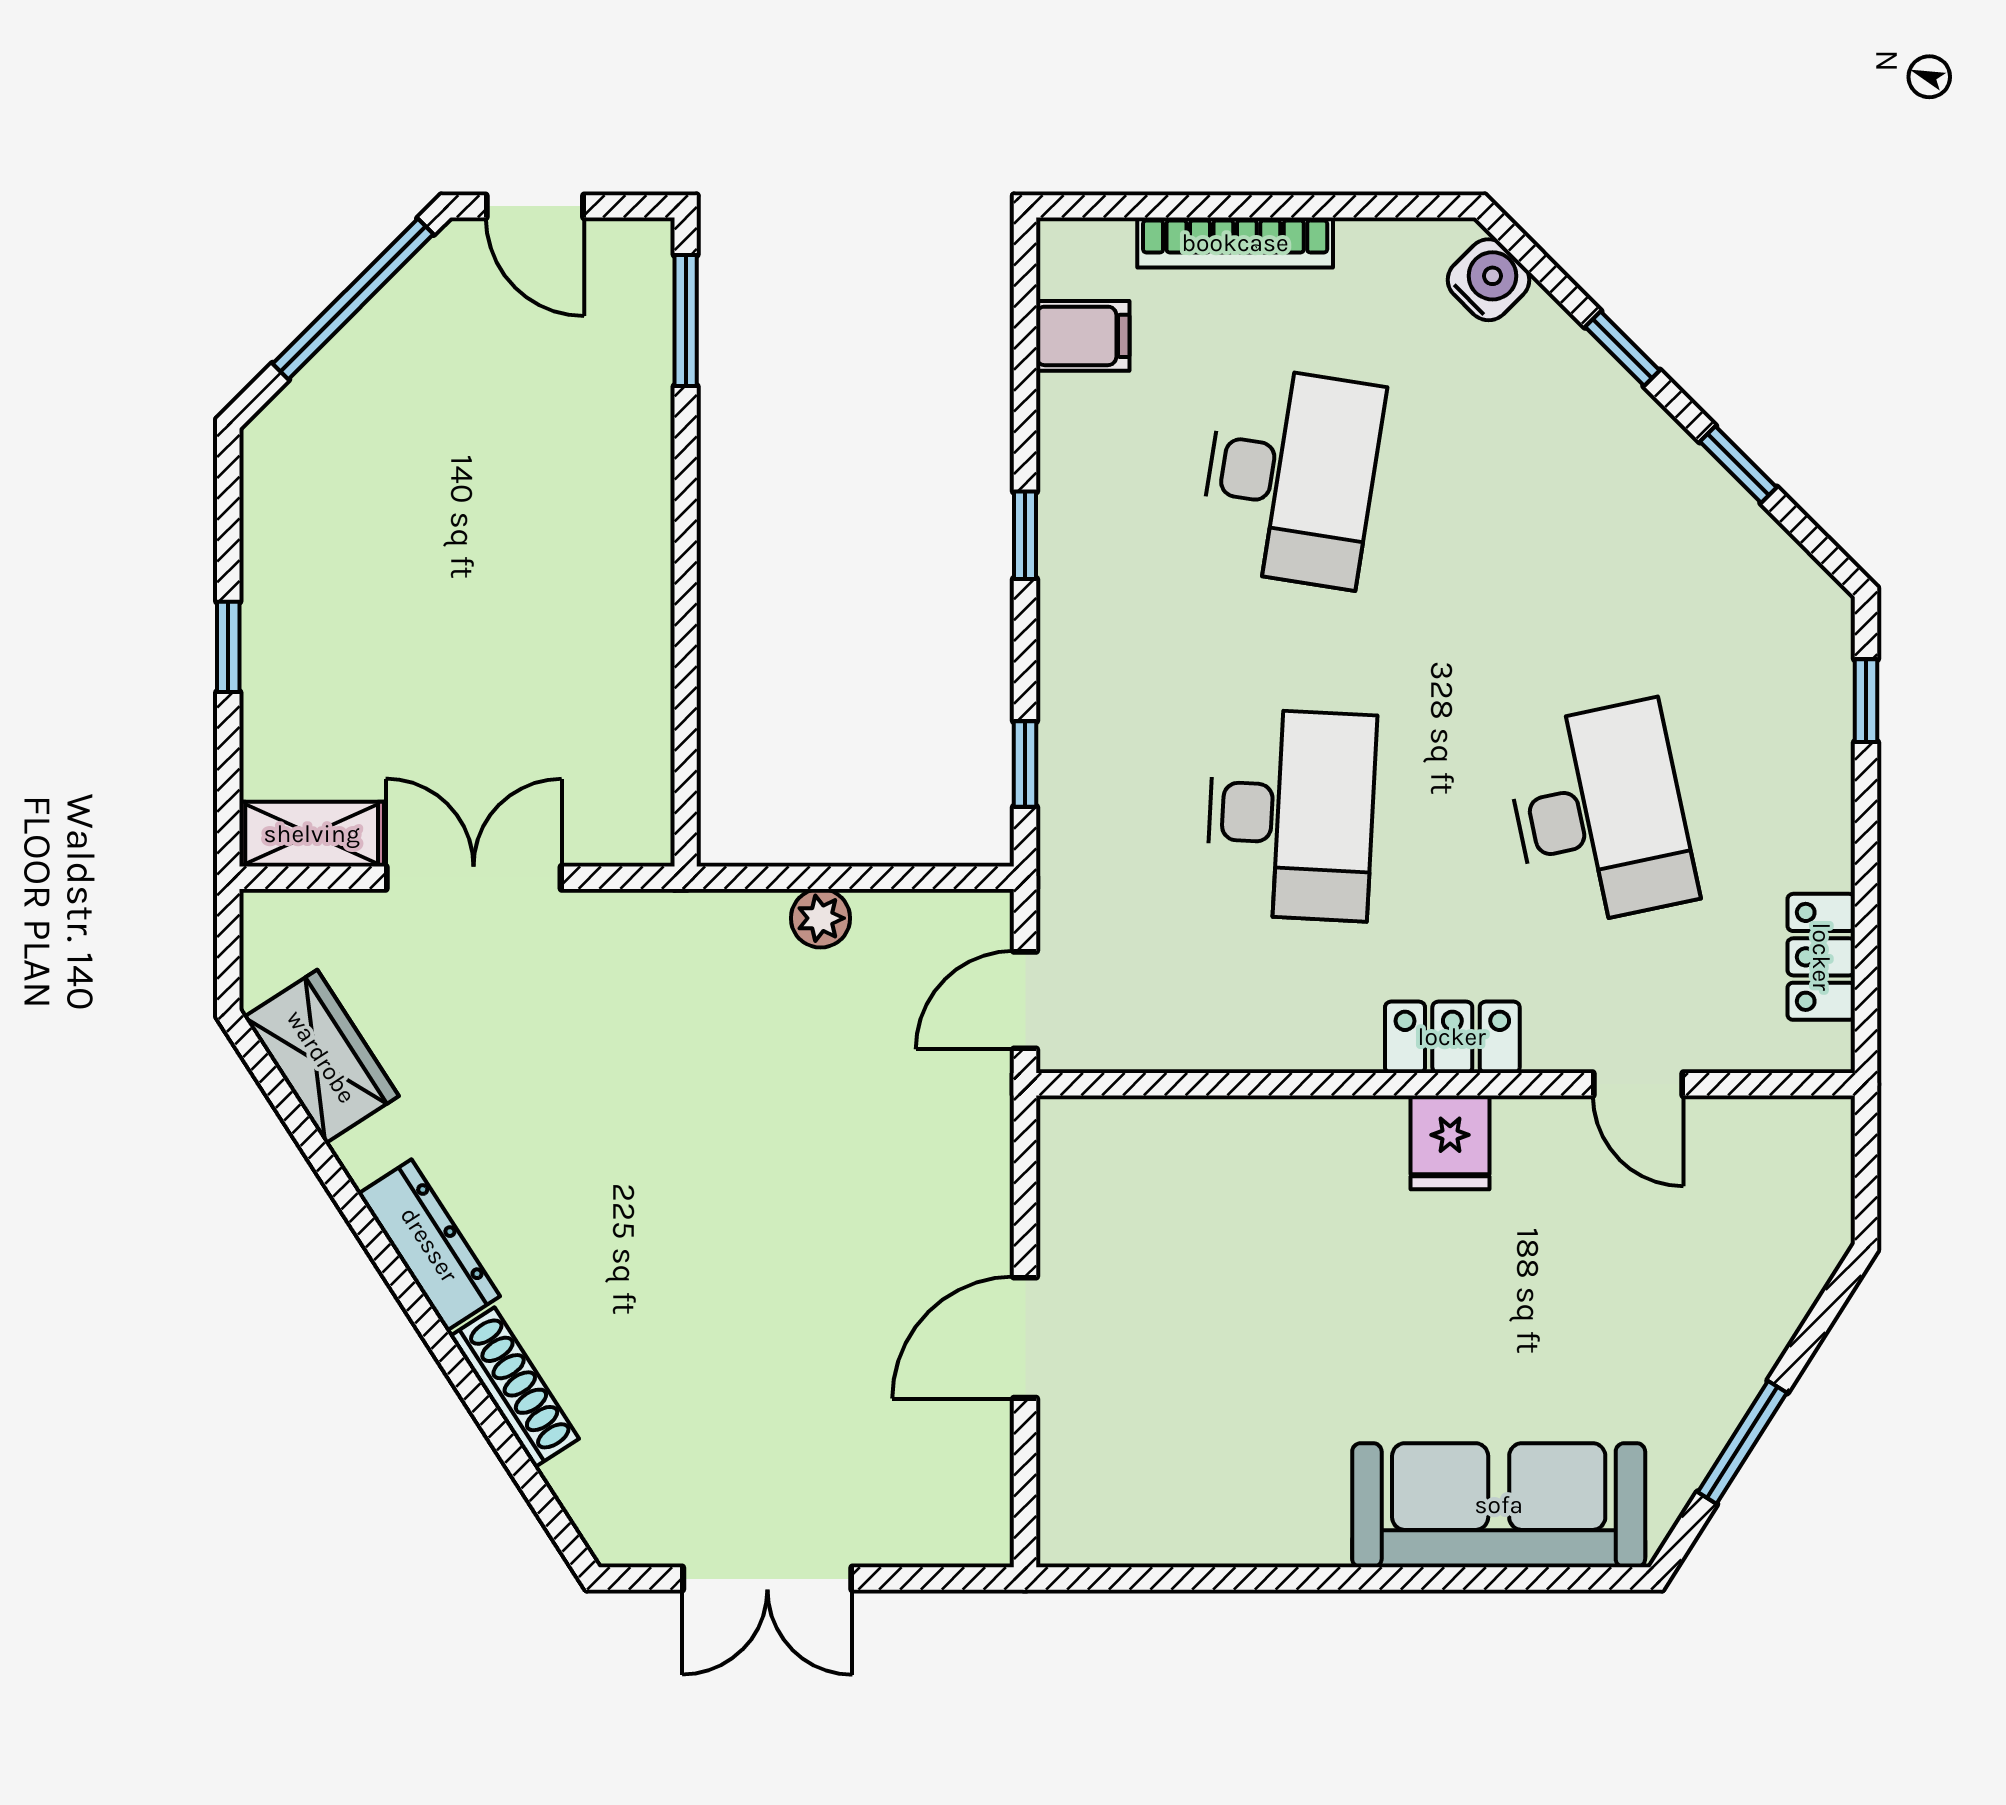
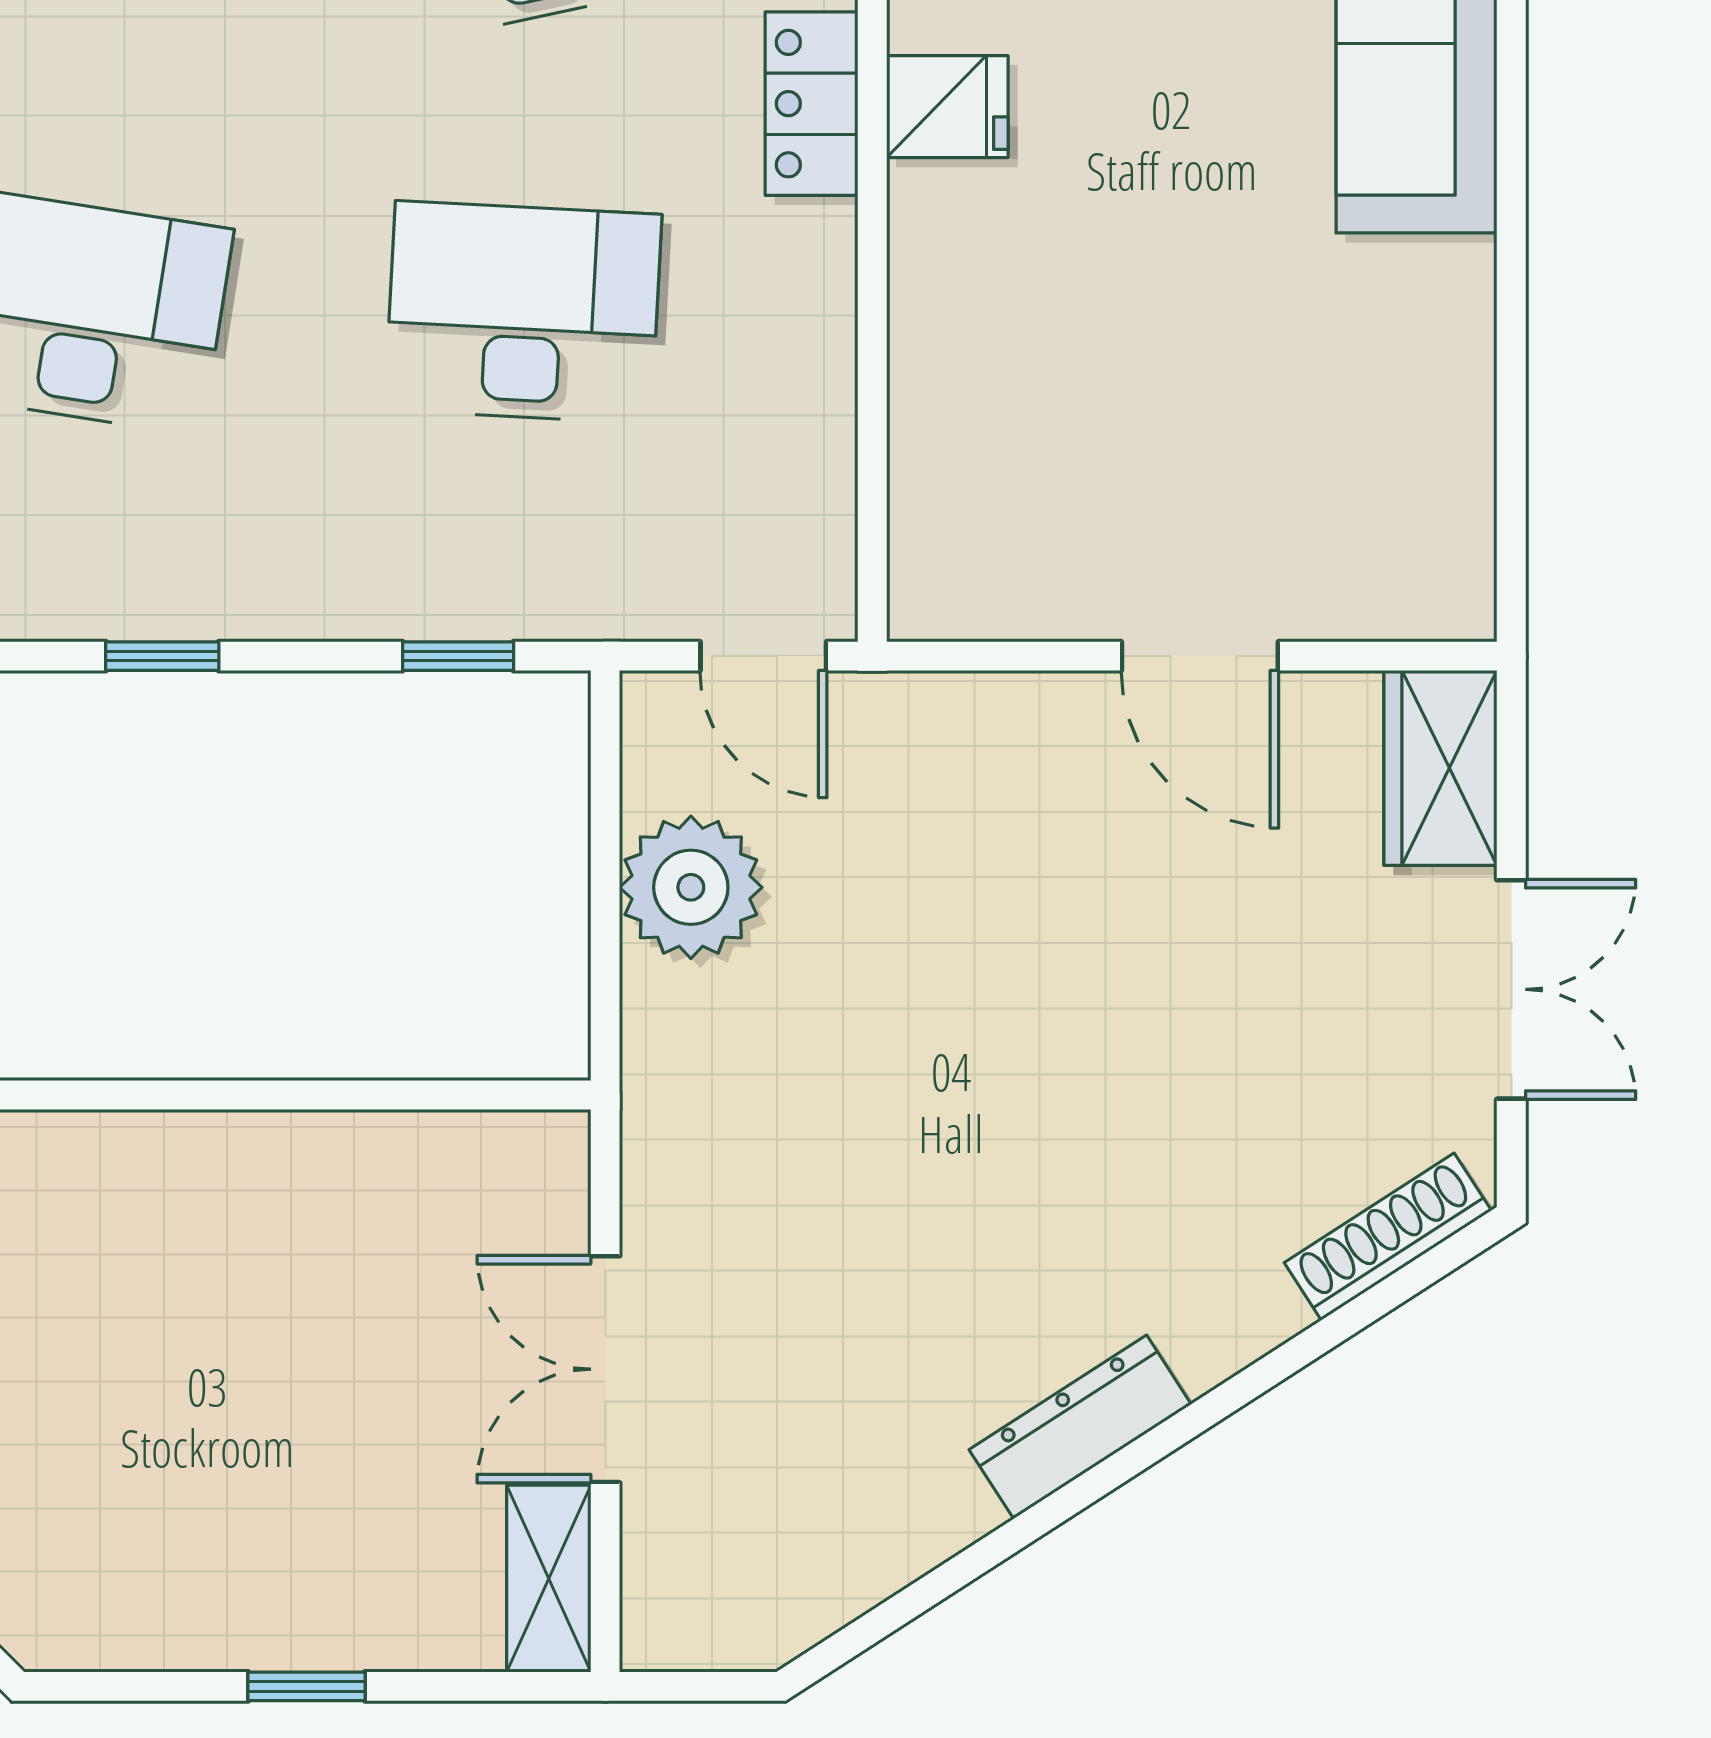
plant: (821, 918) -> (691, 887), width x1.87, depth x1.87
wardrobe: (321, 1057) -> (1440, 768), moved, turned -57
shoe rack: (514, 1387) -> (1388, 1237), moved

